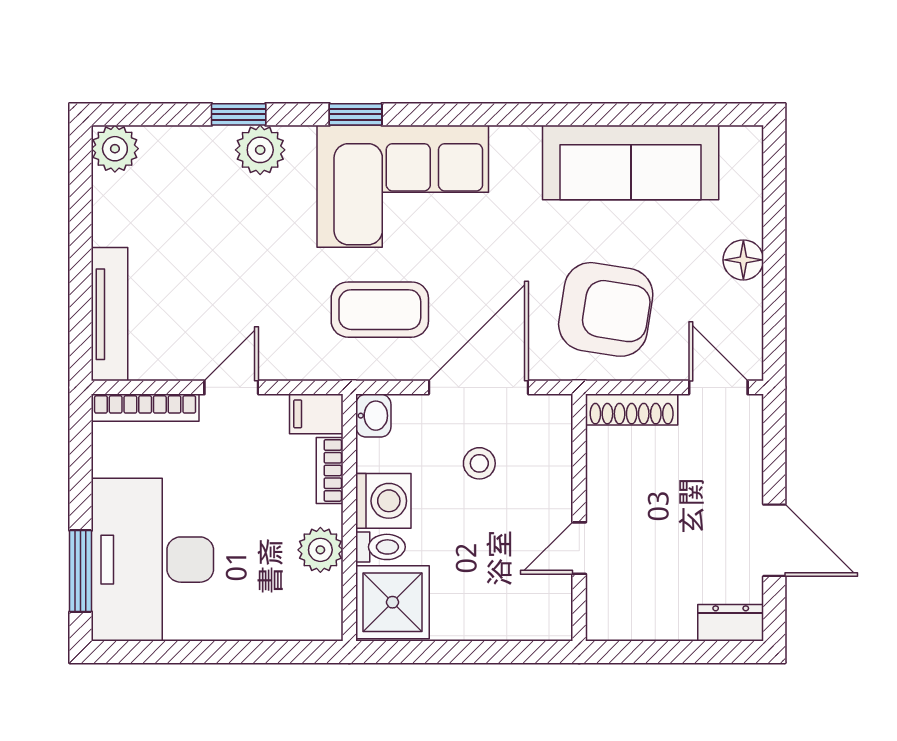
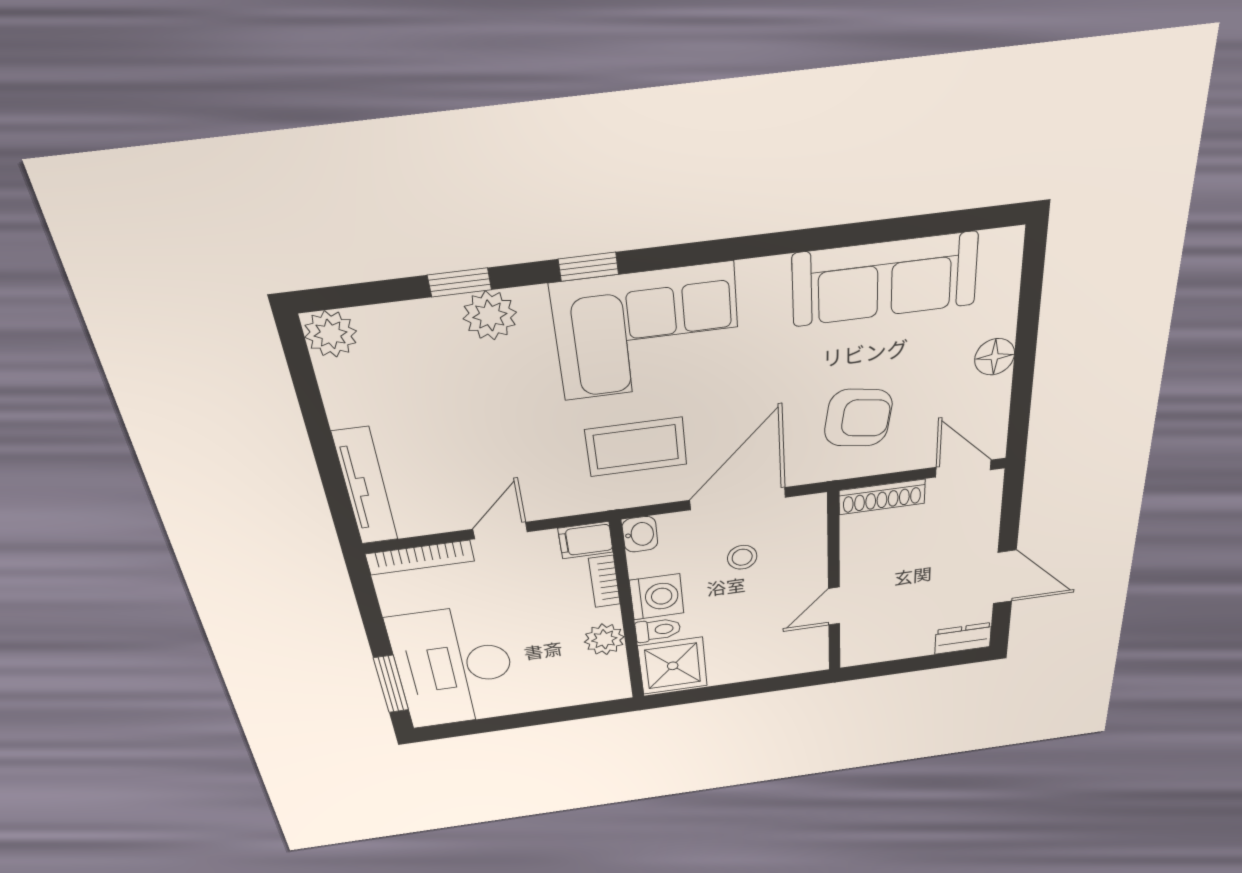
armchair: (606, 309) -> (858, 418), width x0.73, depth x0.73

